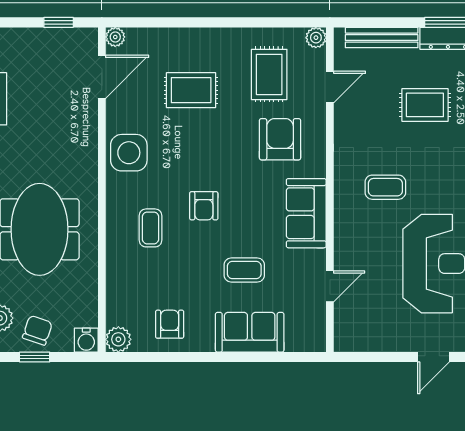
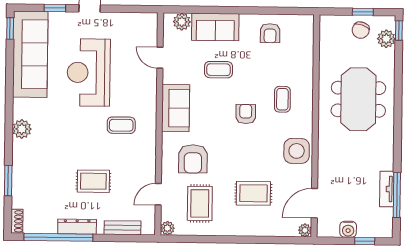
window: (59, 22) -> (365, 241), moved
bench: (382, 38) -> (122, 228), width x0.73
door: (330, 286) -> (160, 58), hinge flipped
plant: (118, 339) -> (182, 22), moved
water cooler: (86, 340) -> (348, 229), moved, turned 180

